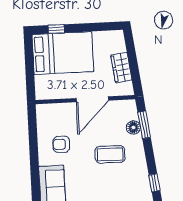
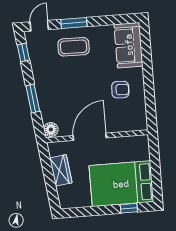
window: (144, 125) -> (33, 98), moved
floor lamp: (133, 127) -> (51, 129), moved
coffee table: (110, 154) -> (74, 47), moved

